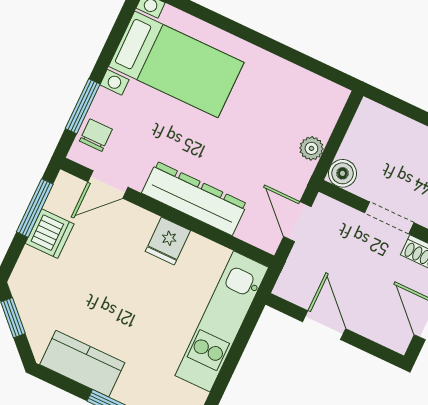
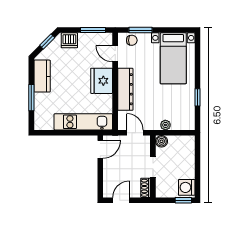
window: (285, 52) -> (197, 97), added
door: (297, 222) -> (135, 133), hinge flipped
dishwasher: (50, 234) -> (69, 40), moved
fridge: (168, 241) -> (102, 81), width x1.88, depth x1.34
door: (324, 325) -> (100, 149), moved

